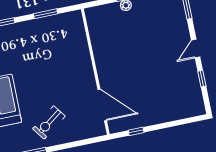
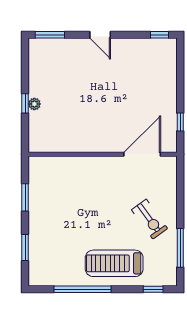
window: (202, 79) -> (159, 35), moved

